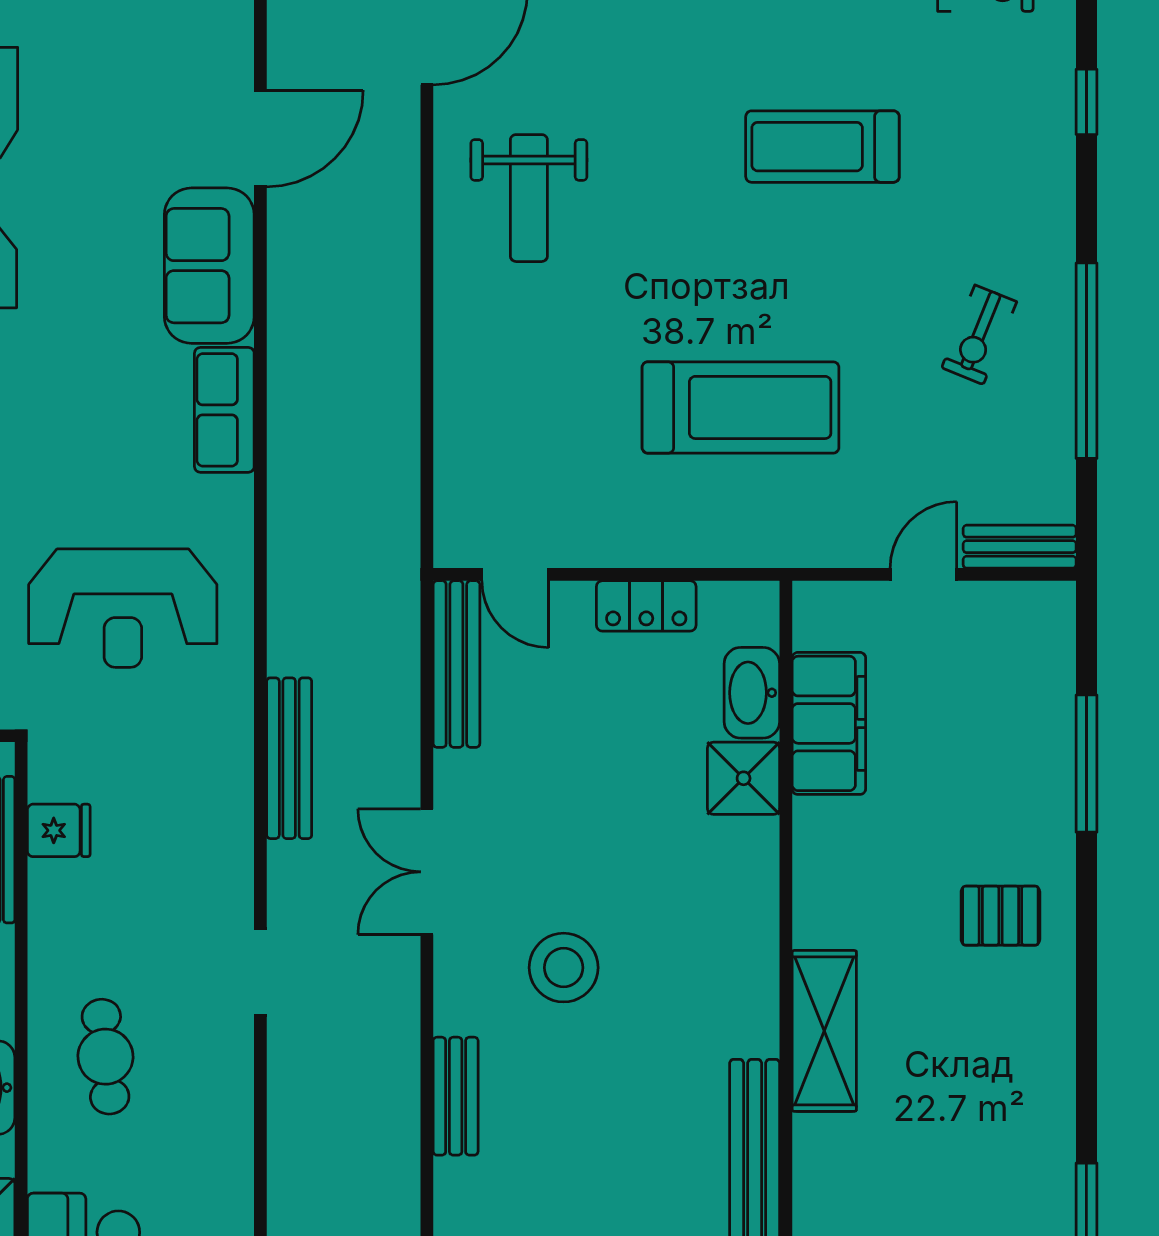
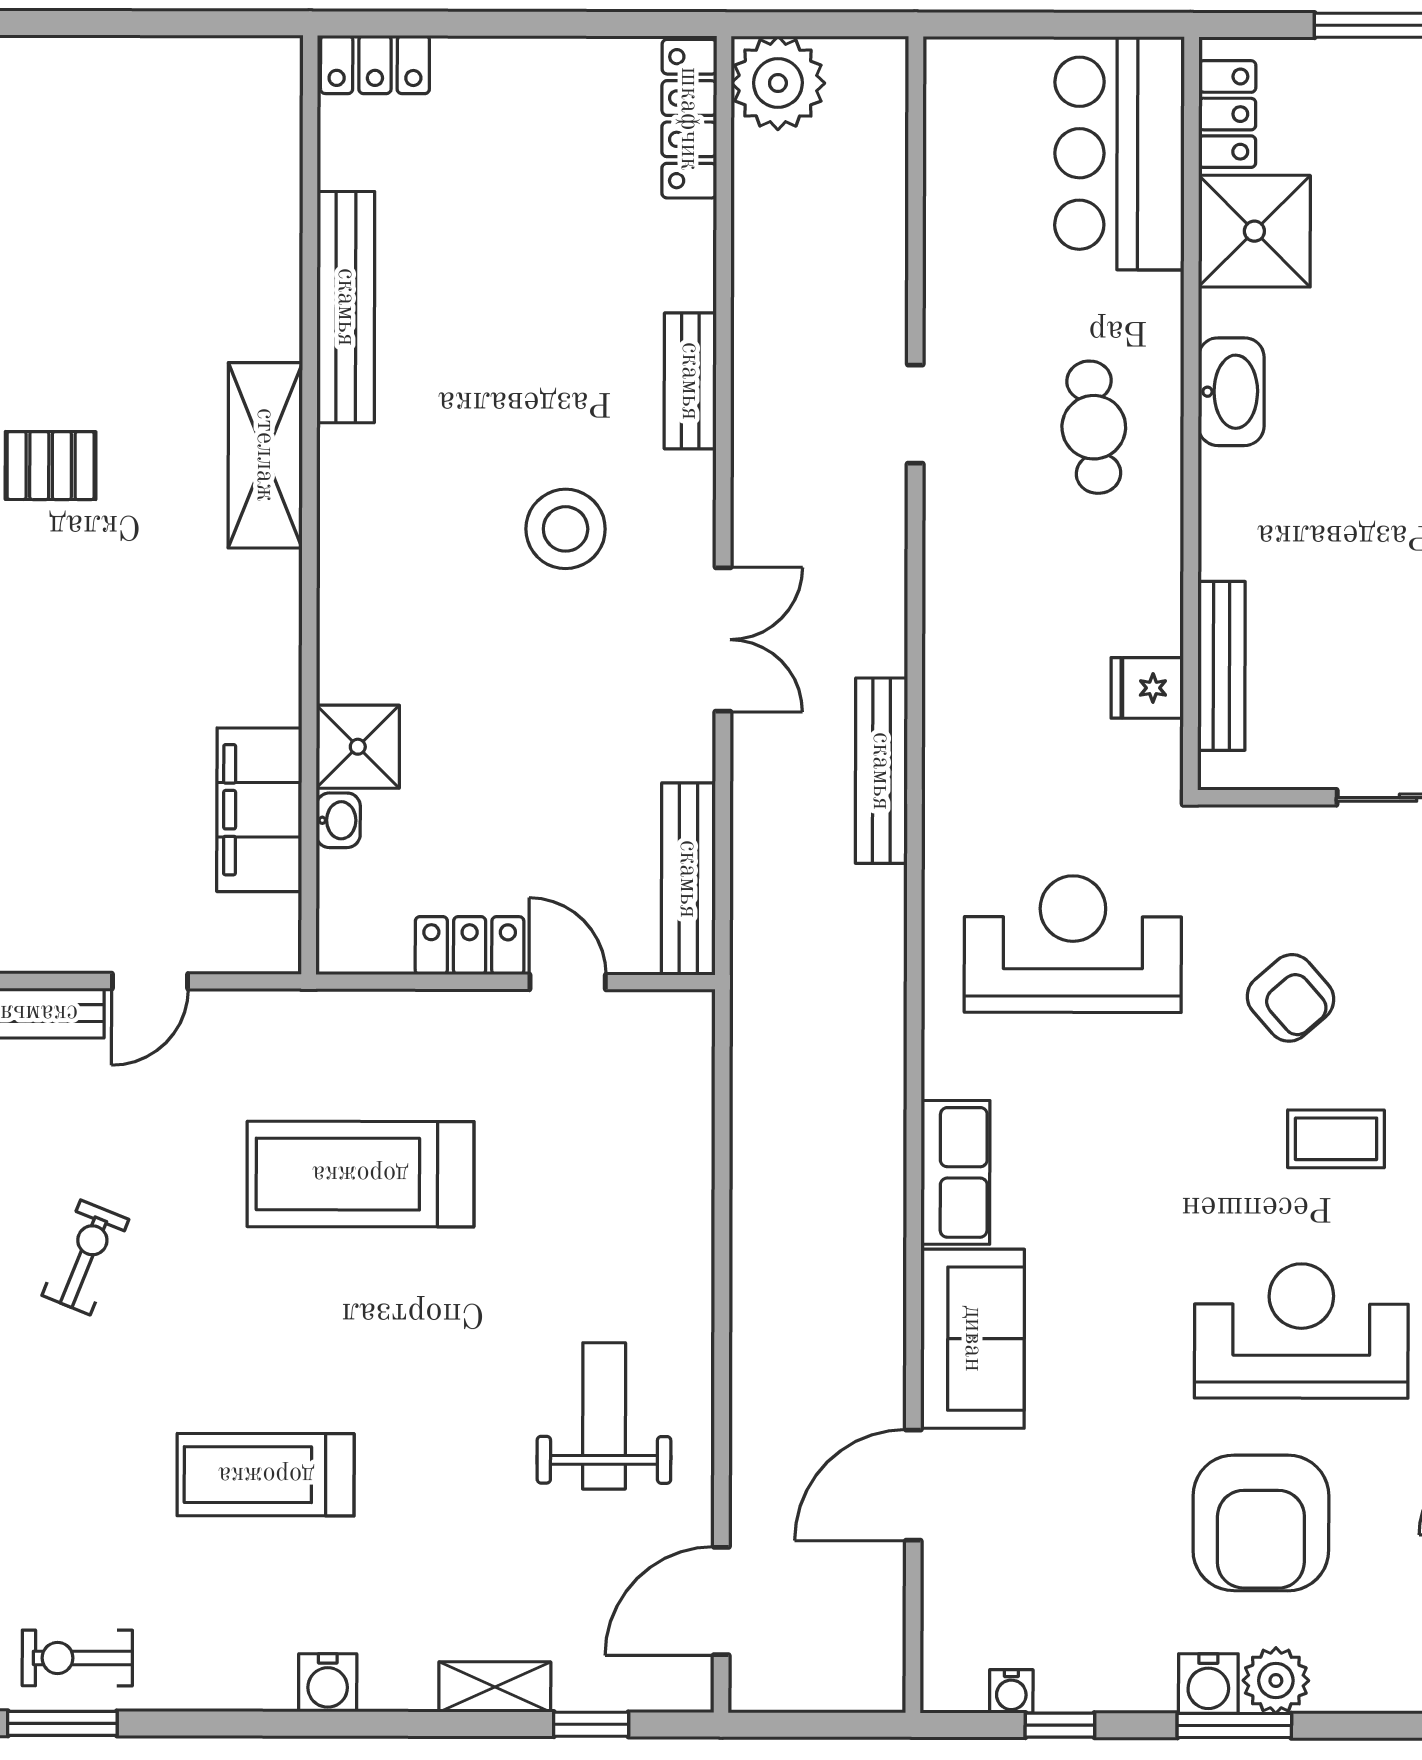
treadmill: (822, 147) -> (266, 1475), turned 180
door: (515, 574) -> (568, 982), moved
washbasin: (752, 693) -> (338, 820), width x0.52, depth x0.69
pallet: (1000, 916) -> (51, 466), moved
doorway: (260, 972) -> (915, 414), moved

